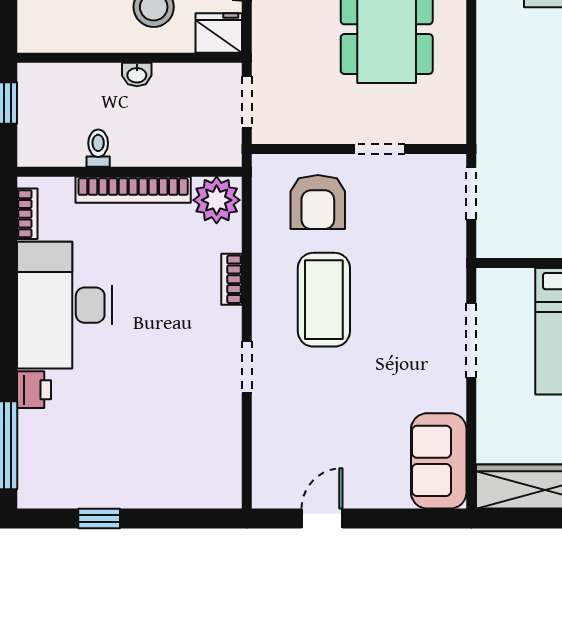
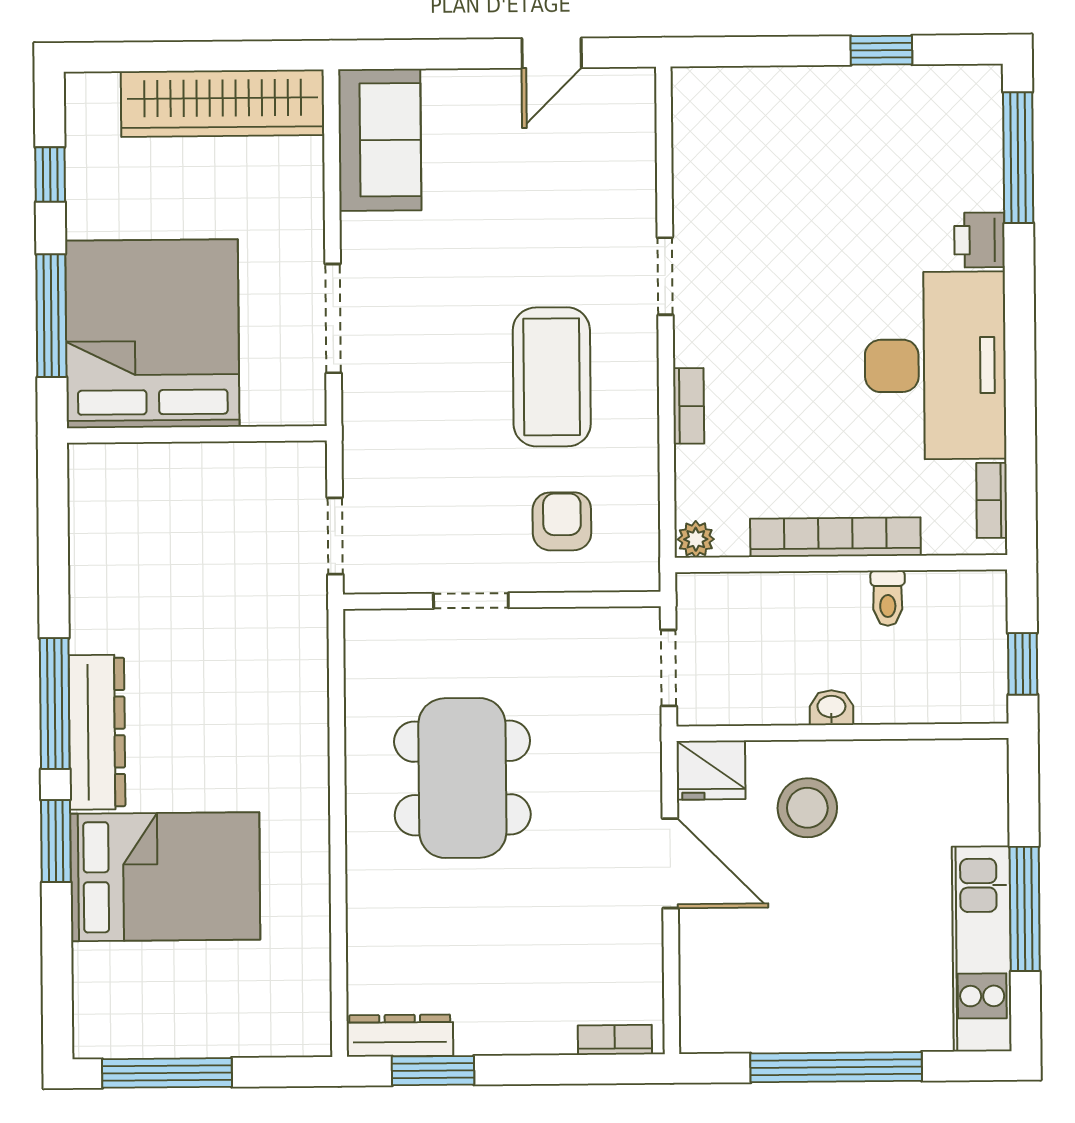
plant: (217, 200) -> (696, 539), width x0.53, depth x0.53
armchair: (318, 202) -> (562, 521), width x0.72, depth x0.72

